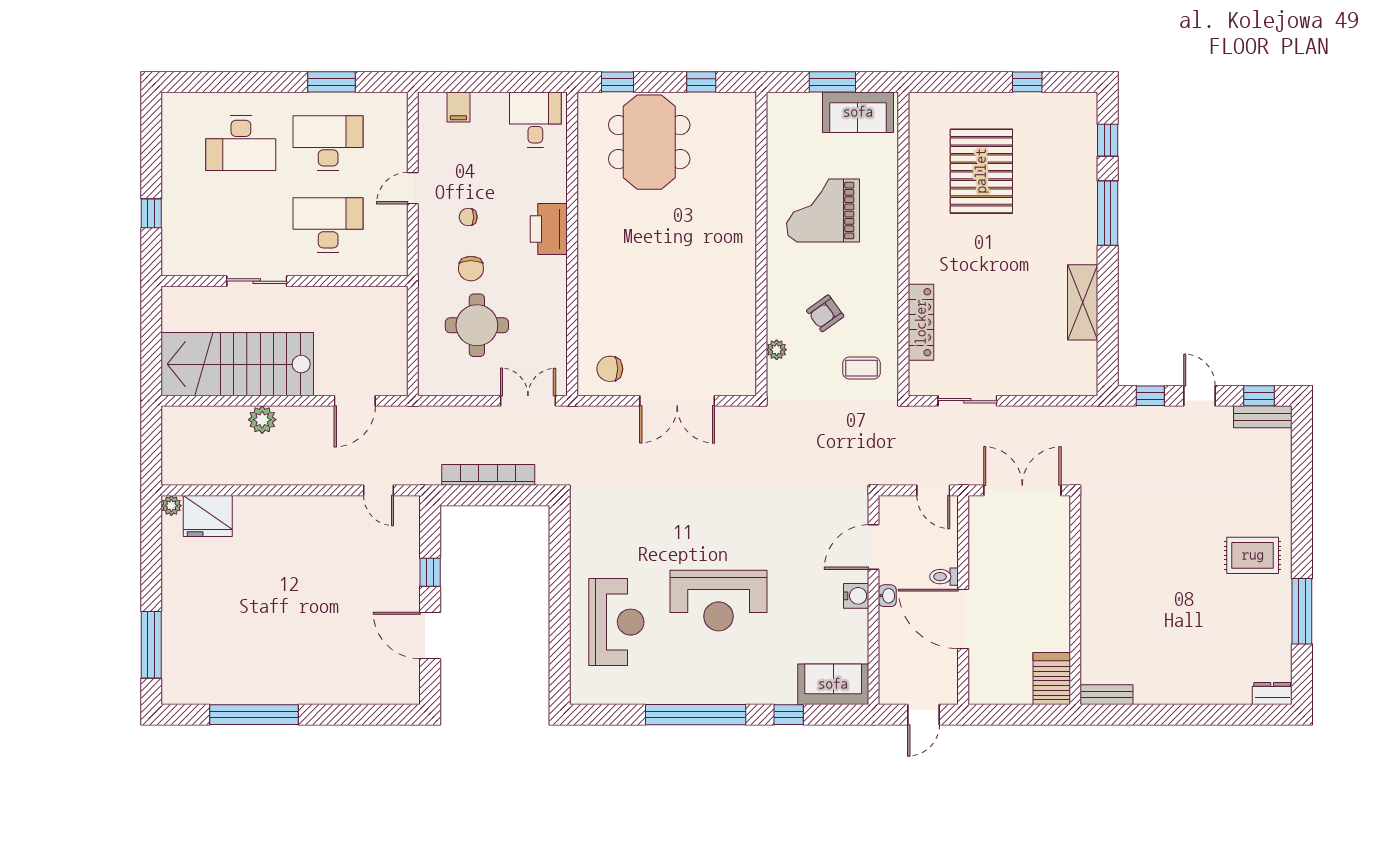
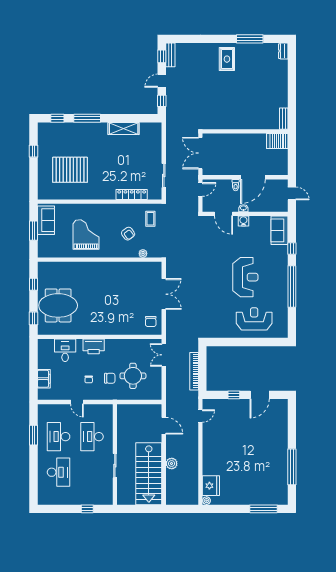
filing cabinet: (458, 107) -> (44, 379), width x2.00
desk: (535, 120) -> (65, 350), moved, turned 90
grand piano: (823, 210) -> (86, 234), turned 180

